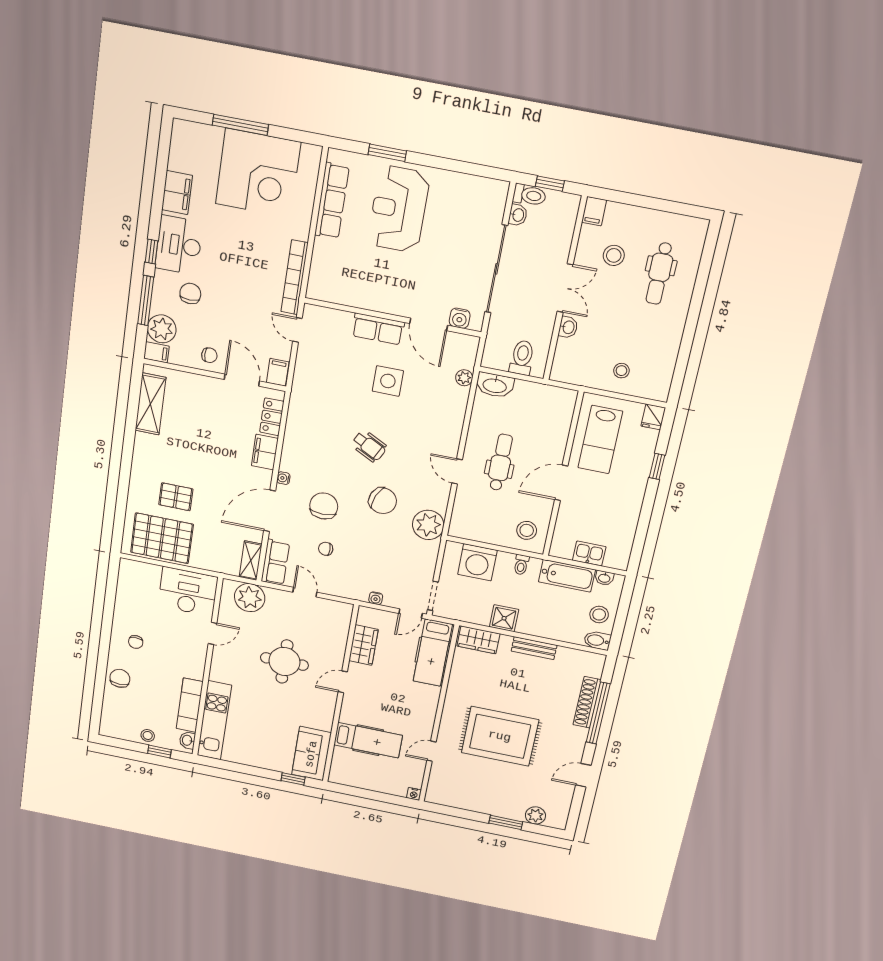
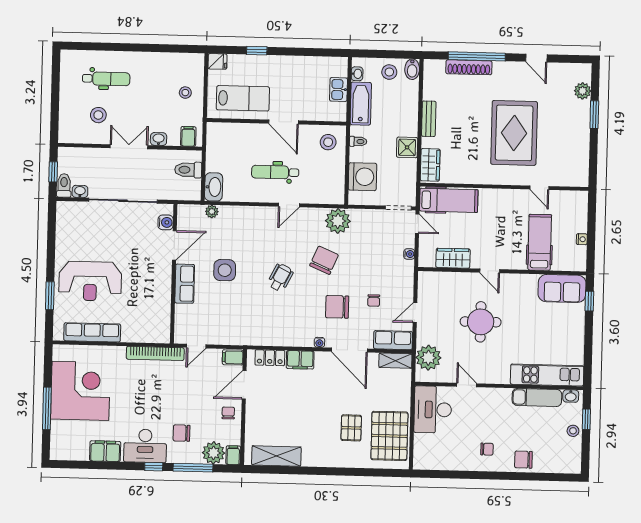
filing cabinet: (594, 211) -> (188, 136), moved, turned -90
nightstand: (414, 794) -> (582, 239), moved

